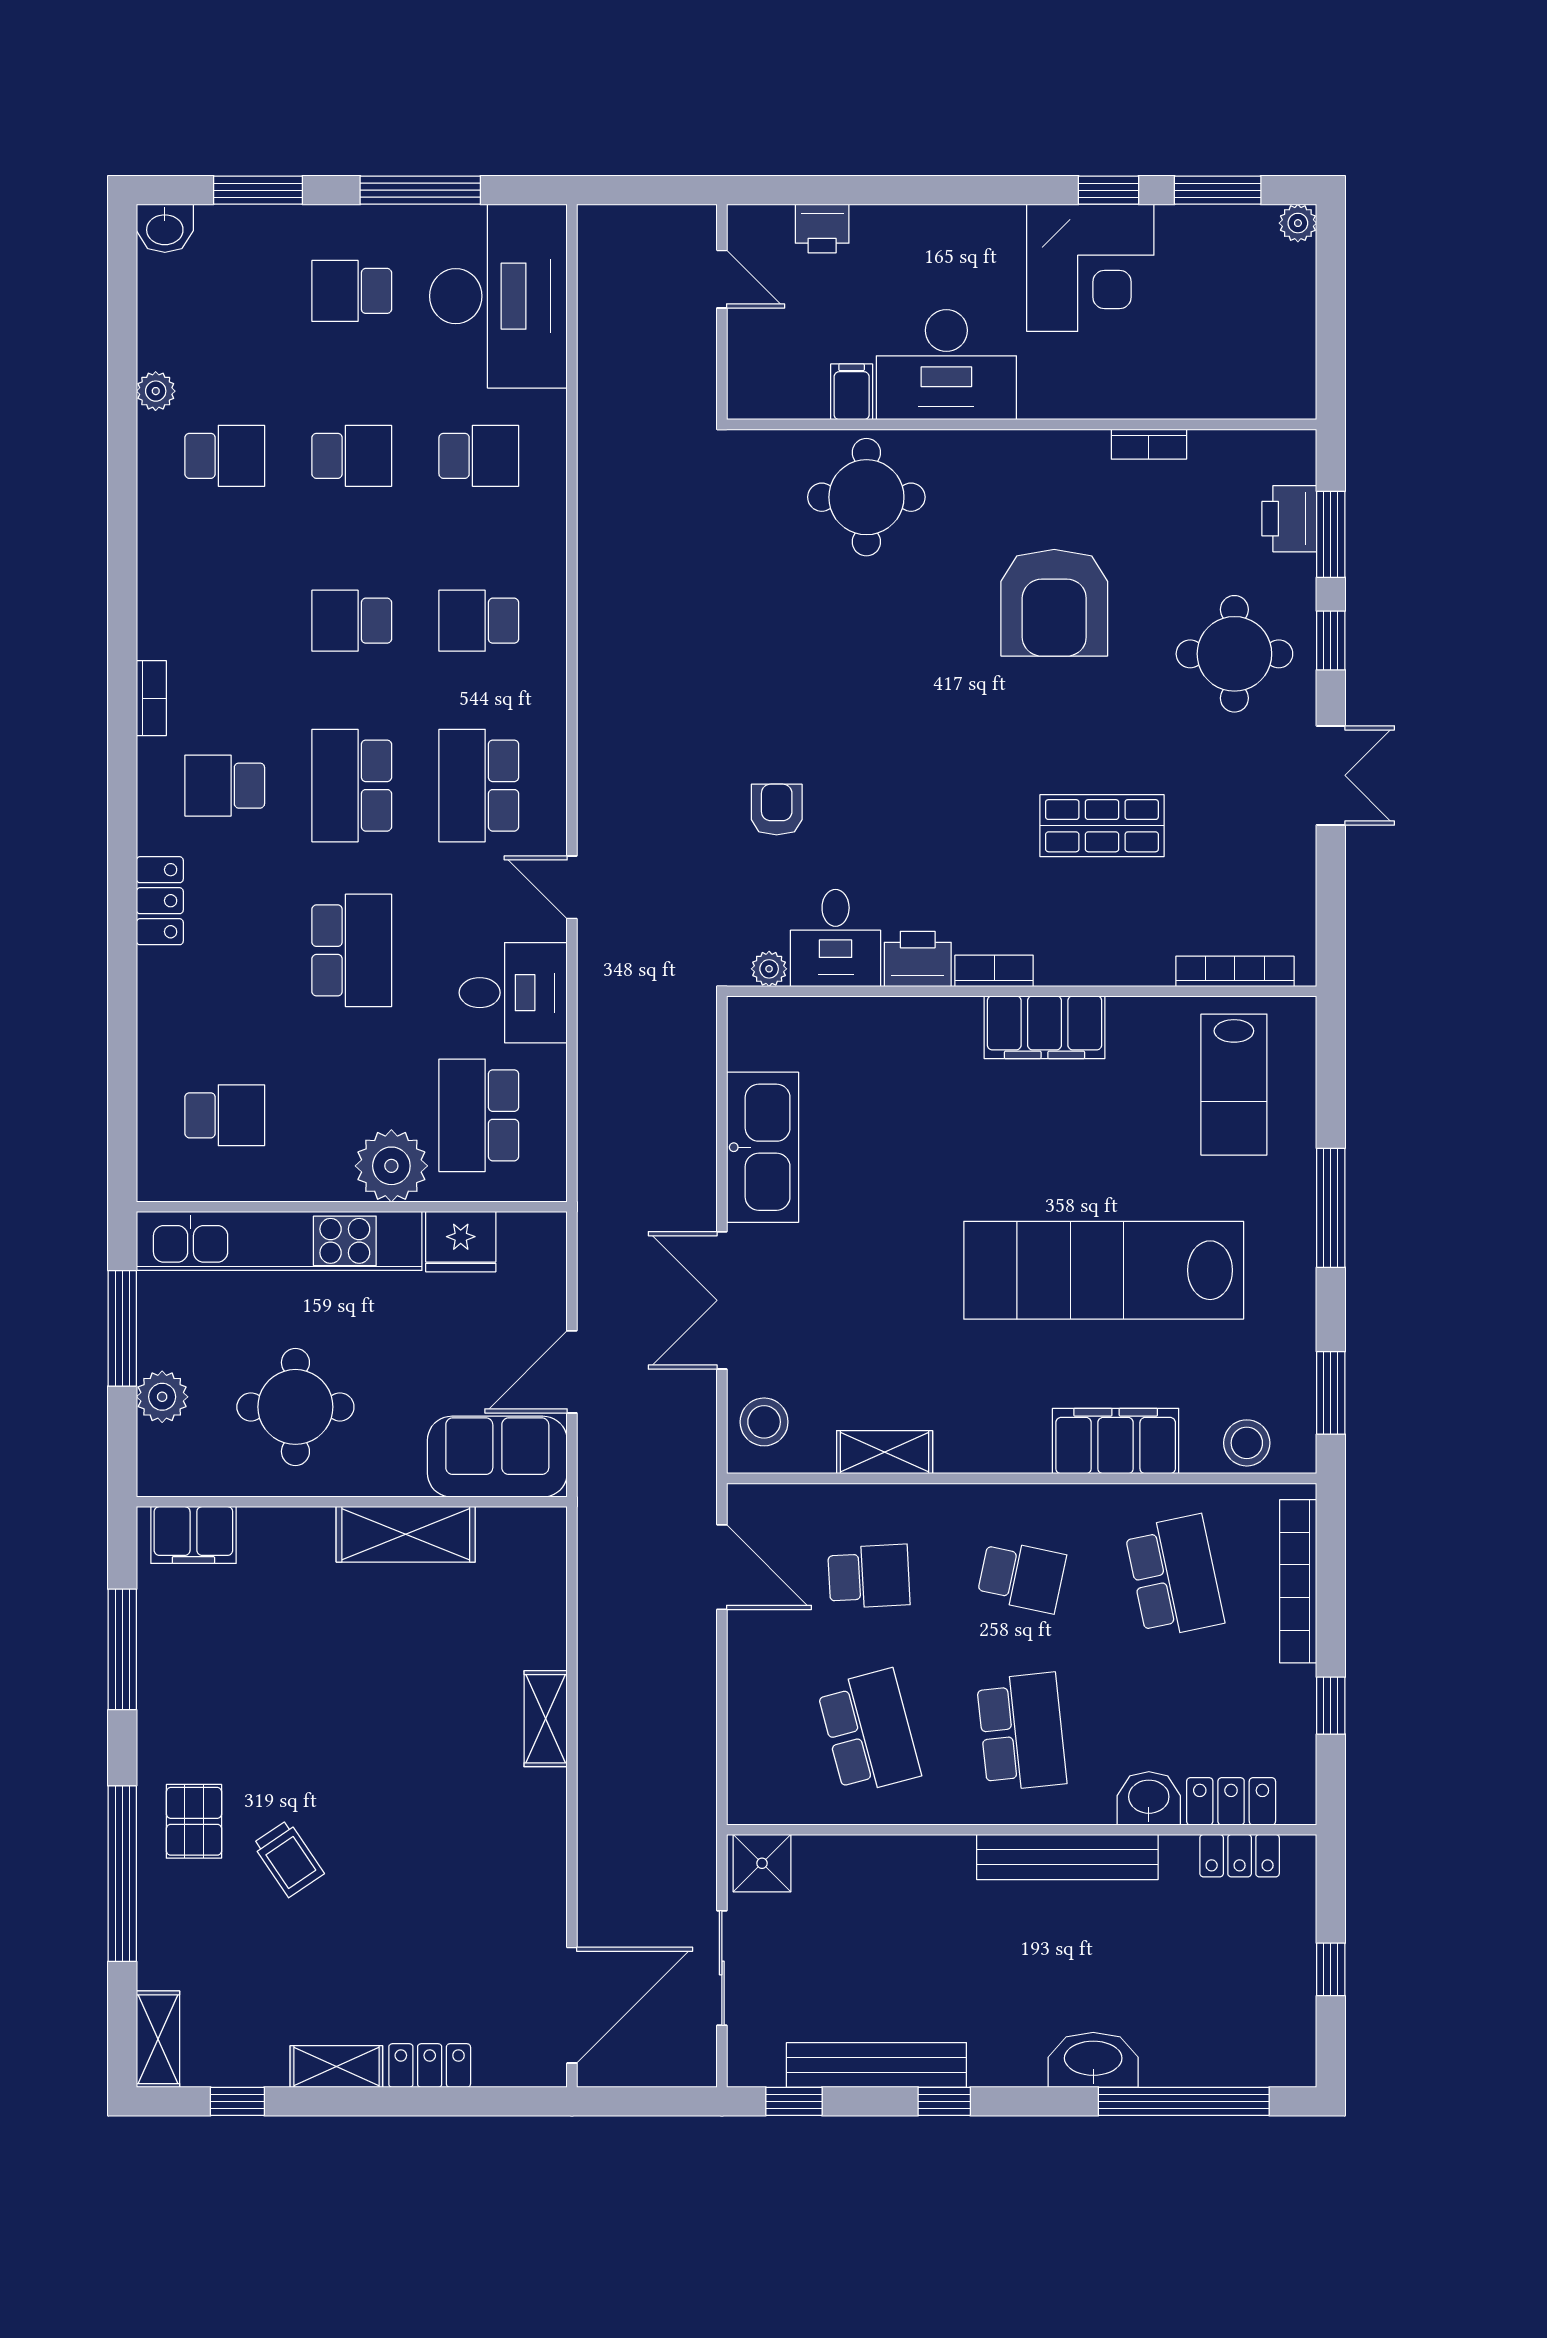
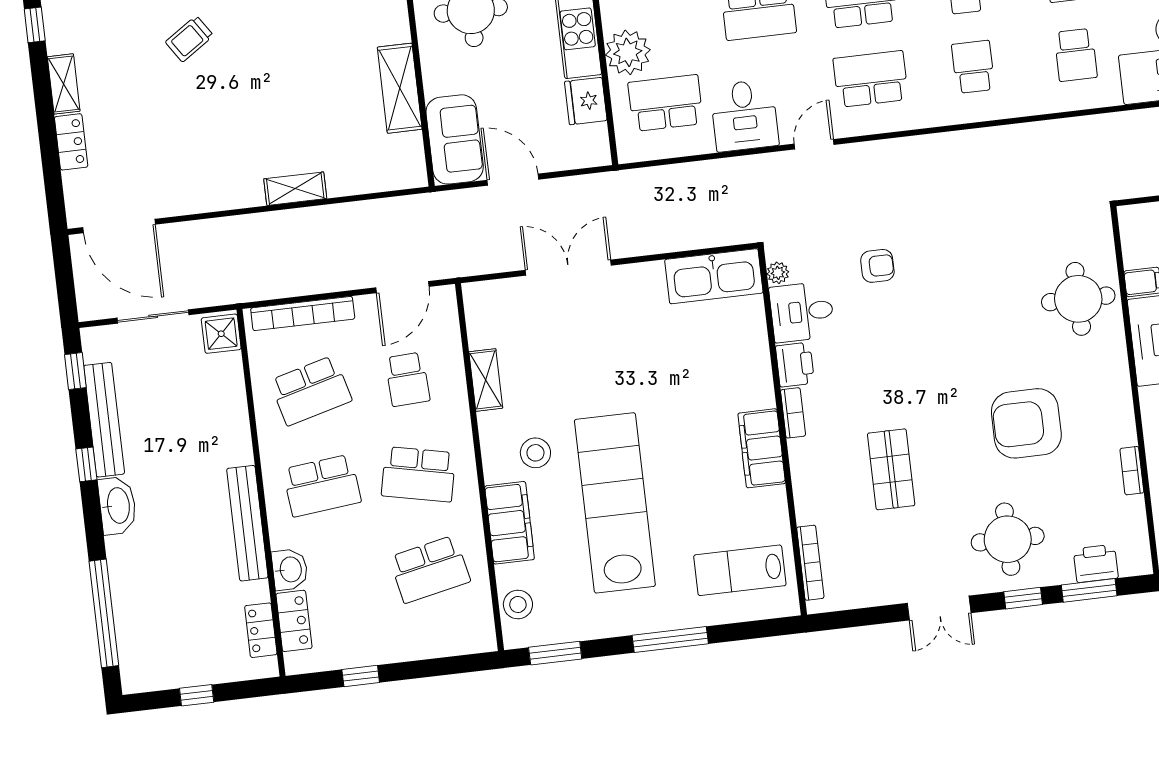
kitchen sink: (763, 1147) -> (714, 276), moved
stool: (764, 1422) -> (535, 453), moved
school desk: (1022, 1576) -> (419, 474), width x1.85
bookcase: (1298, 1581) -> (303, 313), moved, turned 180
washbasin: (1093, 2060) -> (117, 506), moved

